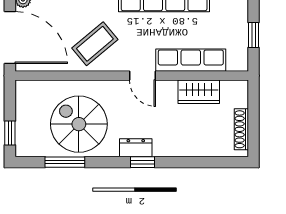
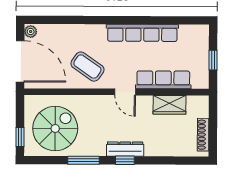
coffee table: (95, 44) -> (87, 67), turned 75
spiral stairs: (79, 124) -> (55, 128), moved, turned 90
dresser: (136, 148) -> (125, 149), width x1.44
window: (65, 162) -> (83, 160), moved

